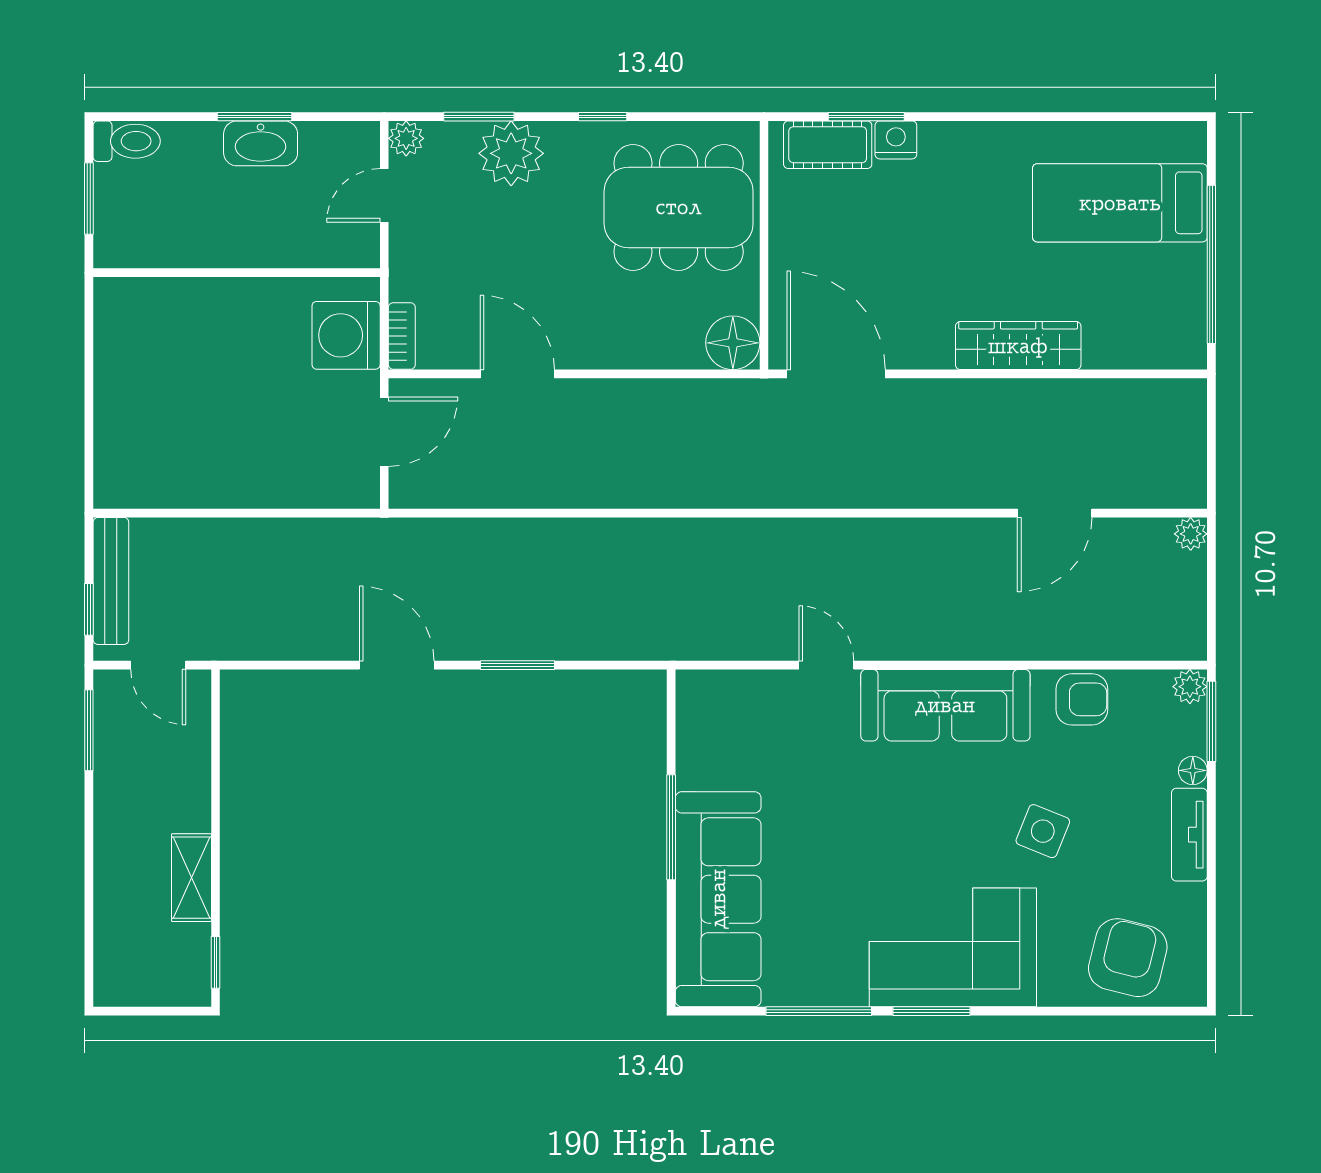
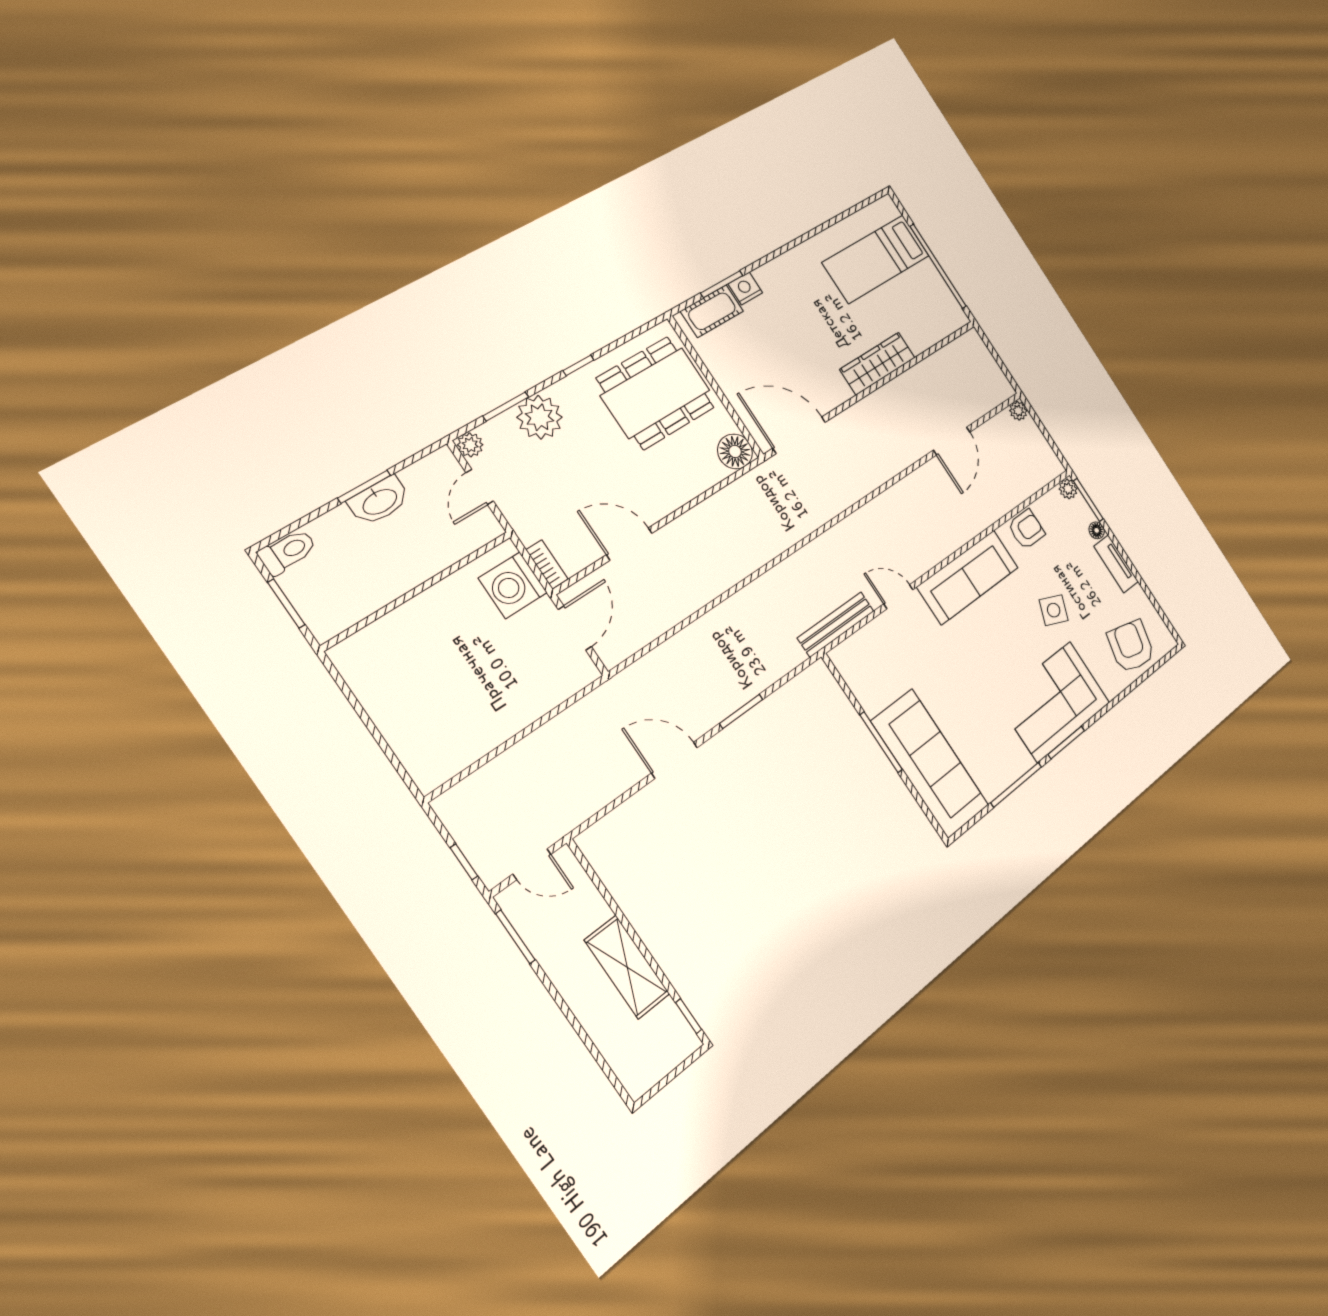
bench: (111, 581) -> (836, 624), moved, turned 90
shelving: (191, 878) -> (627, 967), width x1.50, depth x1.33

